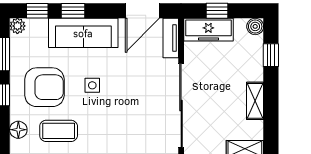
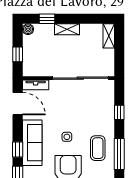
freezer: (208, 30) -> (30, 60), removed
shelving: (255, 101) -> (67, 29), moved
coffee table: (59, 131) -> (98, 148), moved

